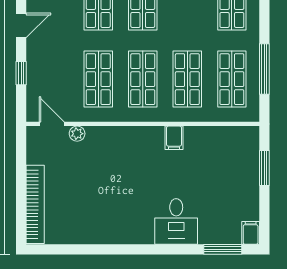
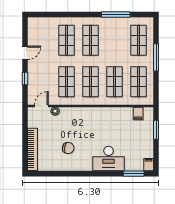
window: (264, 69) -> (156, 57), moved
door: (52, 124) -> (41, 106), hinge flipped
filing cabinet: (174, 138) -> (138, 113), moved
chair: (101, 202) -> (68, 148), added
desk: (176, 222) -> (109, 159), width x1.37

